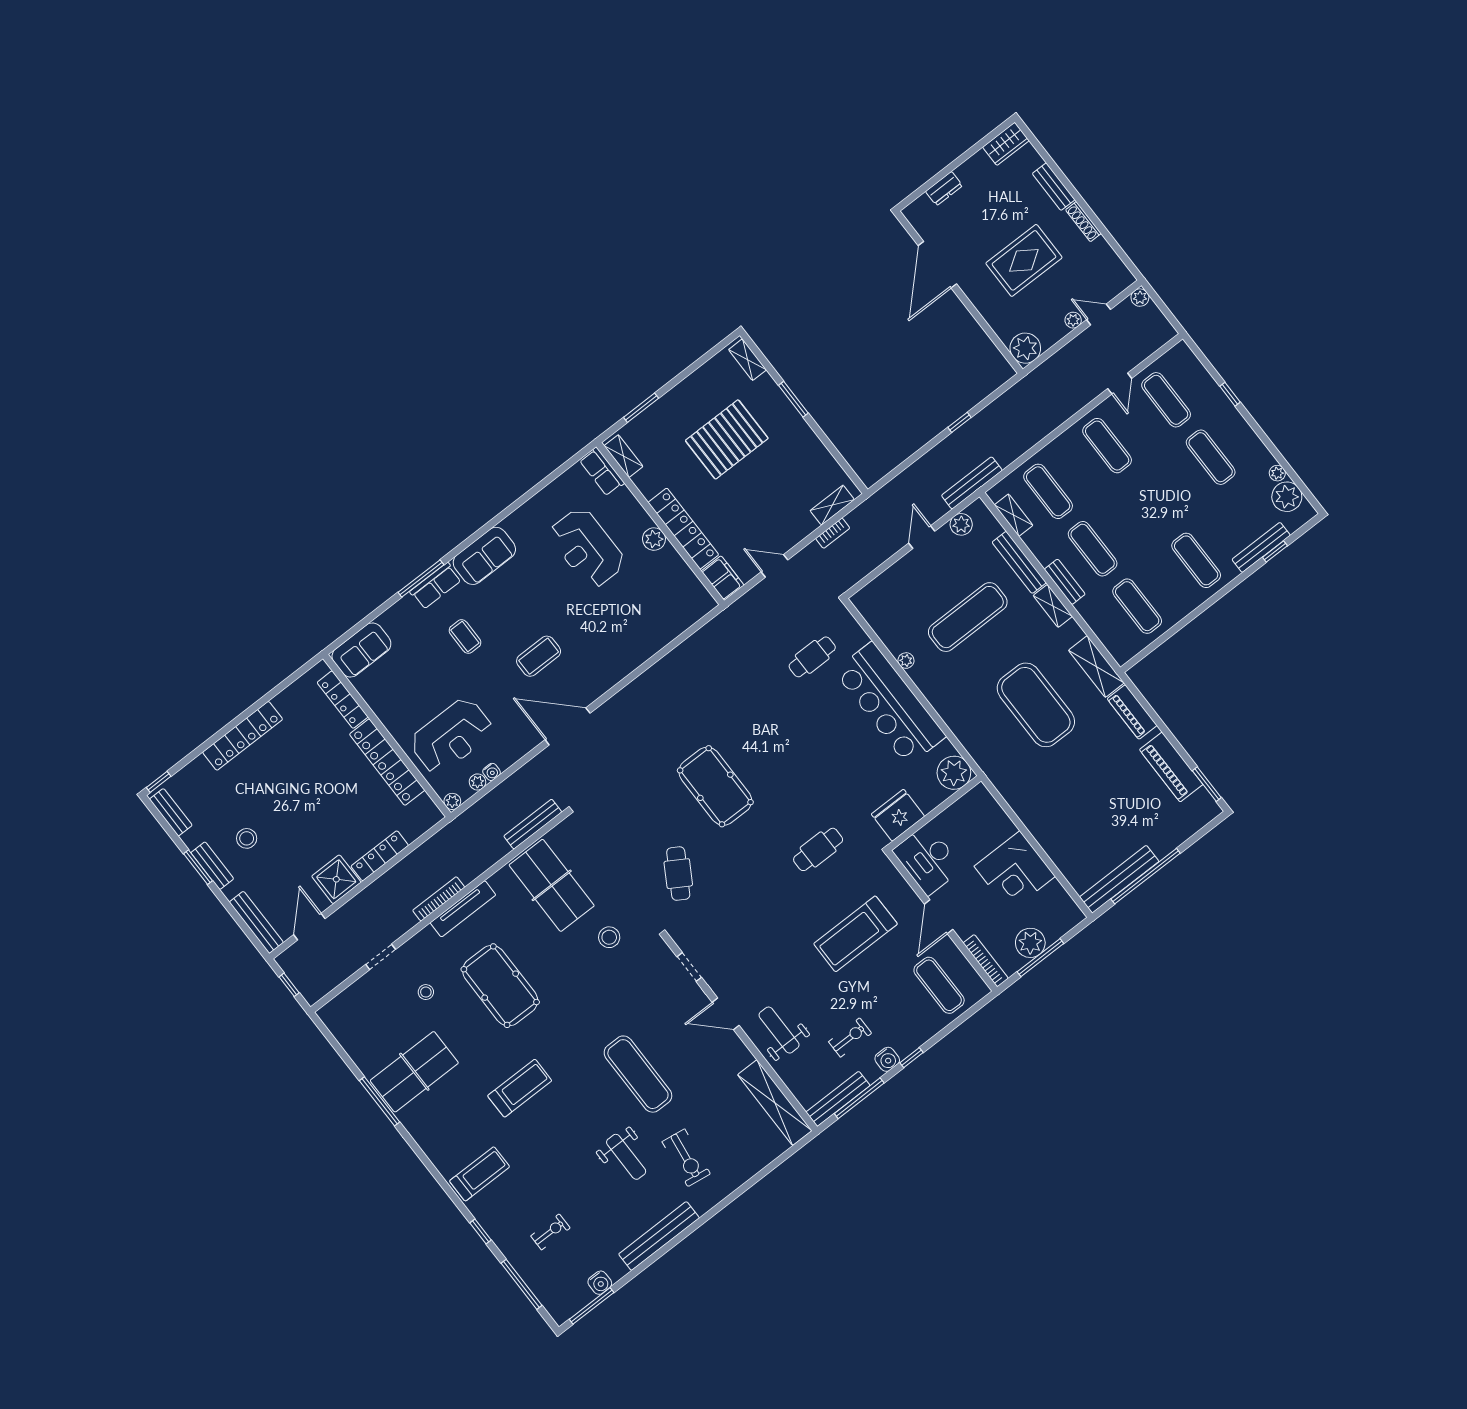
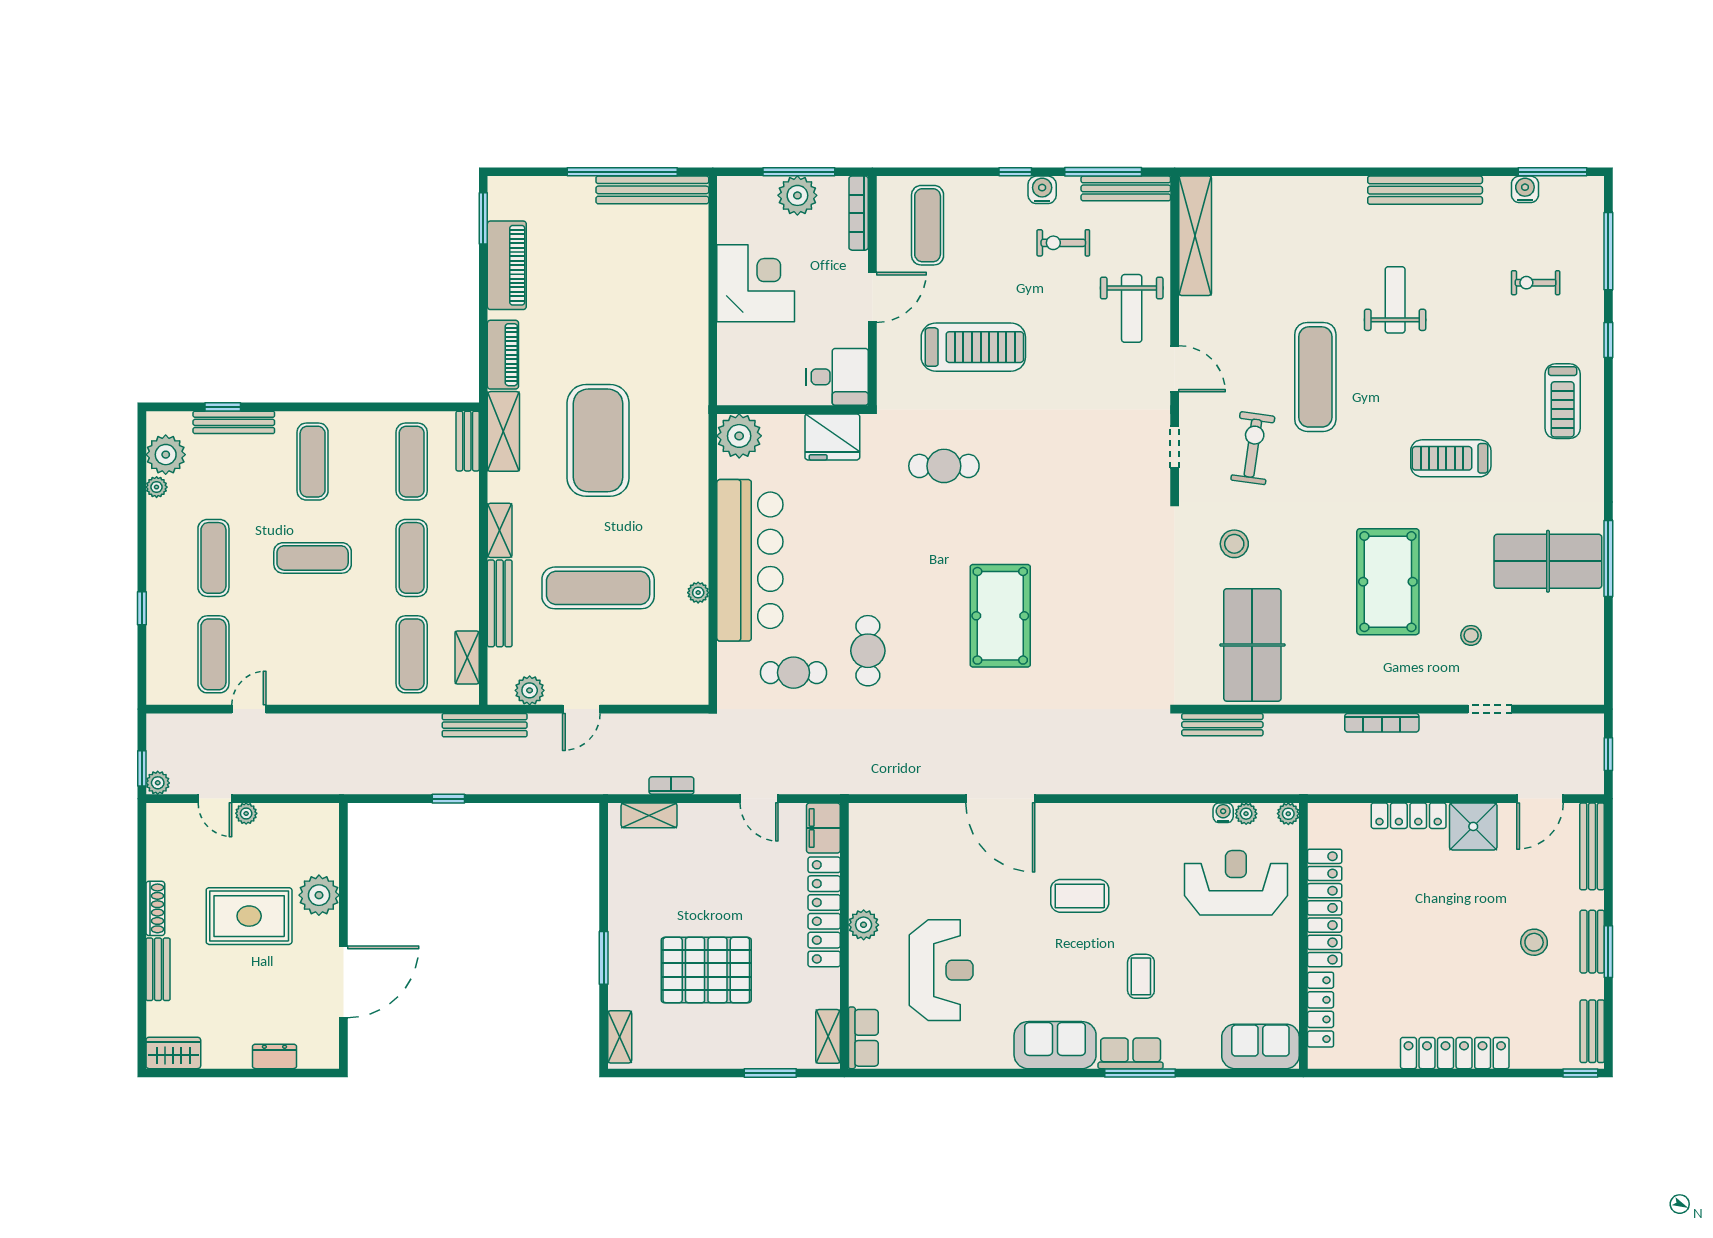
window: (1156, 299) -> (142, 768), added
plant: (1025, 348) -> (319, 895), moved
exercise mat: (1107, 446) -> (313, 558), moved, turned 90
bench: (1065, 582) -> (468, 441), moved
door: (568, 726) -> (1000, 799), moved
desk: (928, 860) -> (837, 377), width x0.73
cafe table: (678, 874) -> (868, 651), moved, turned -31
tv unit: (463, 909) -> (1364, 692), removed
exercise bike: (686, 1158) -> (1253, 448), moved
treadmill: (480, 1174) -> (1563, 401), turned -90

